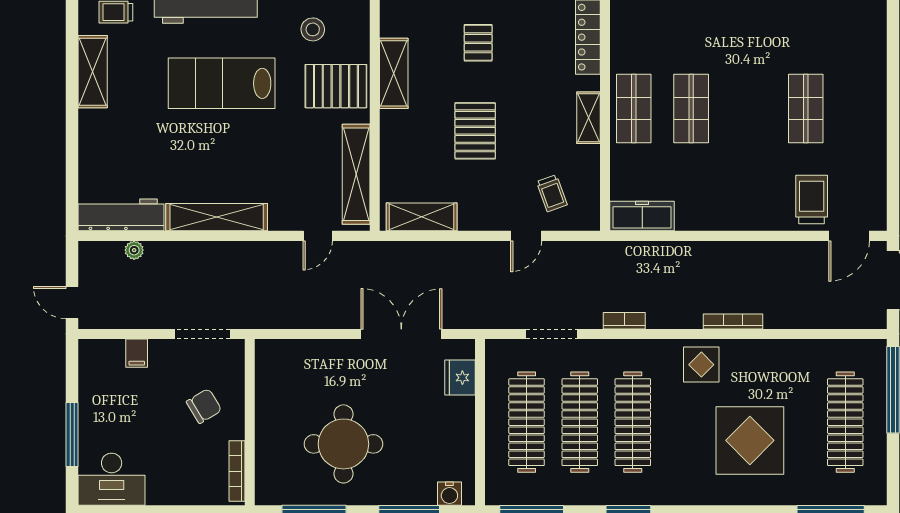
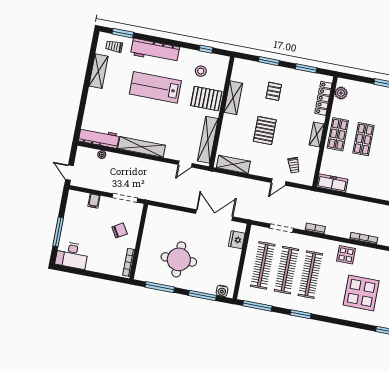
plant: (624, 18) -> (341, 93), added

